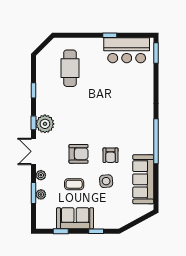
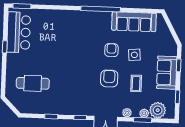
plant: (45, 124) -> (158, 110), moved
armchair: (111, 155) -> (111, 50), turned -90
sofa: (75, 218) -> (167, 73), moved

